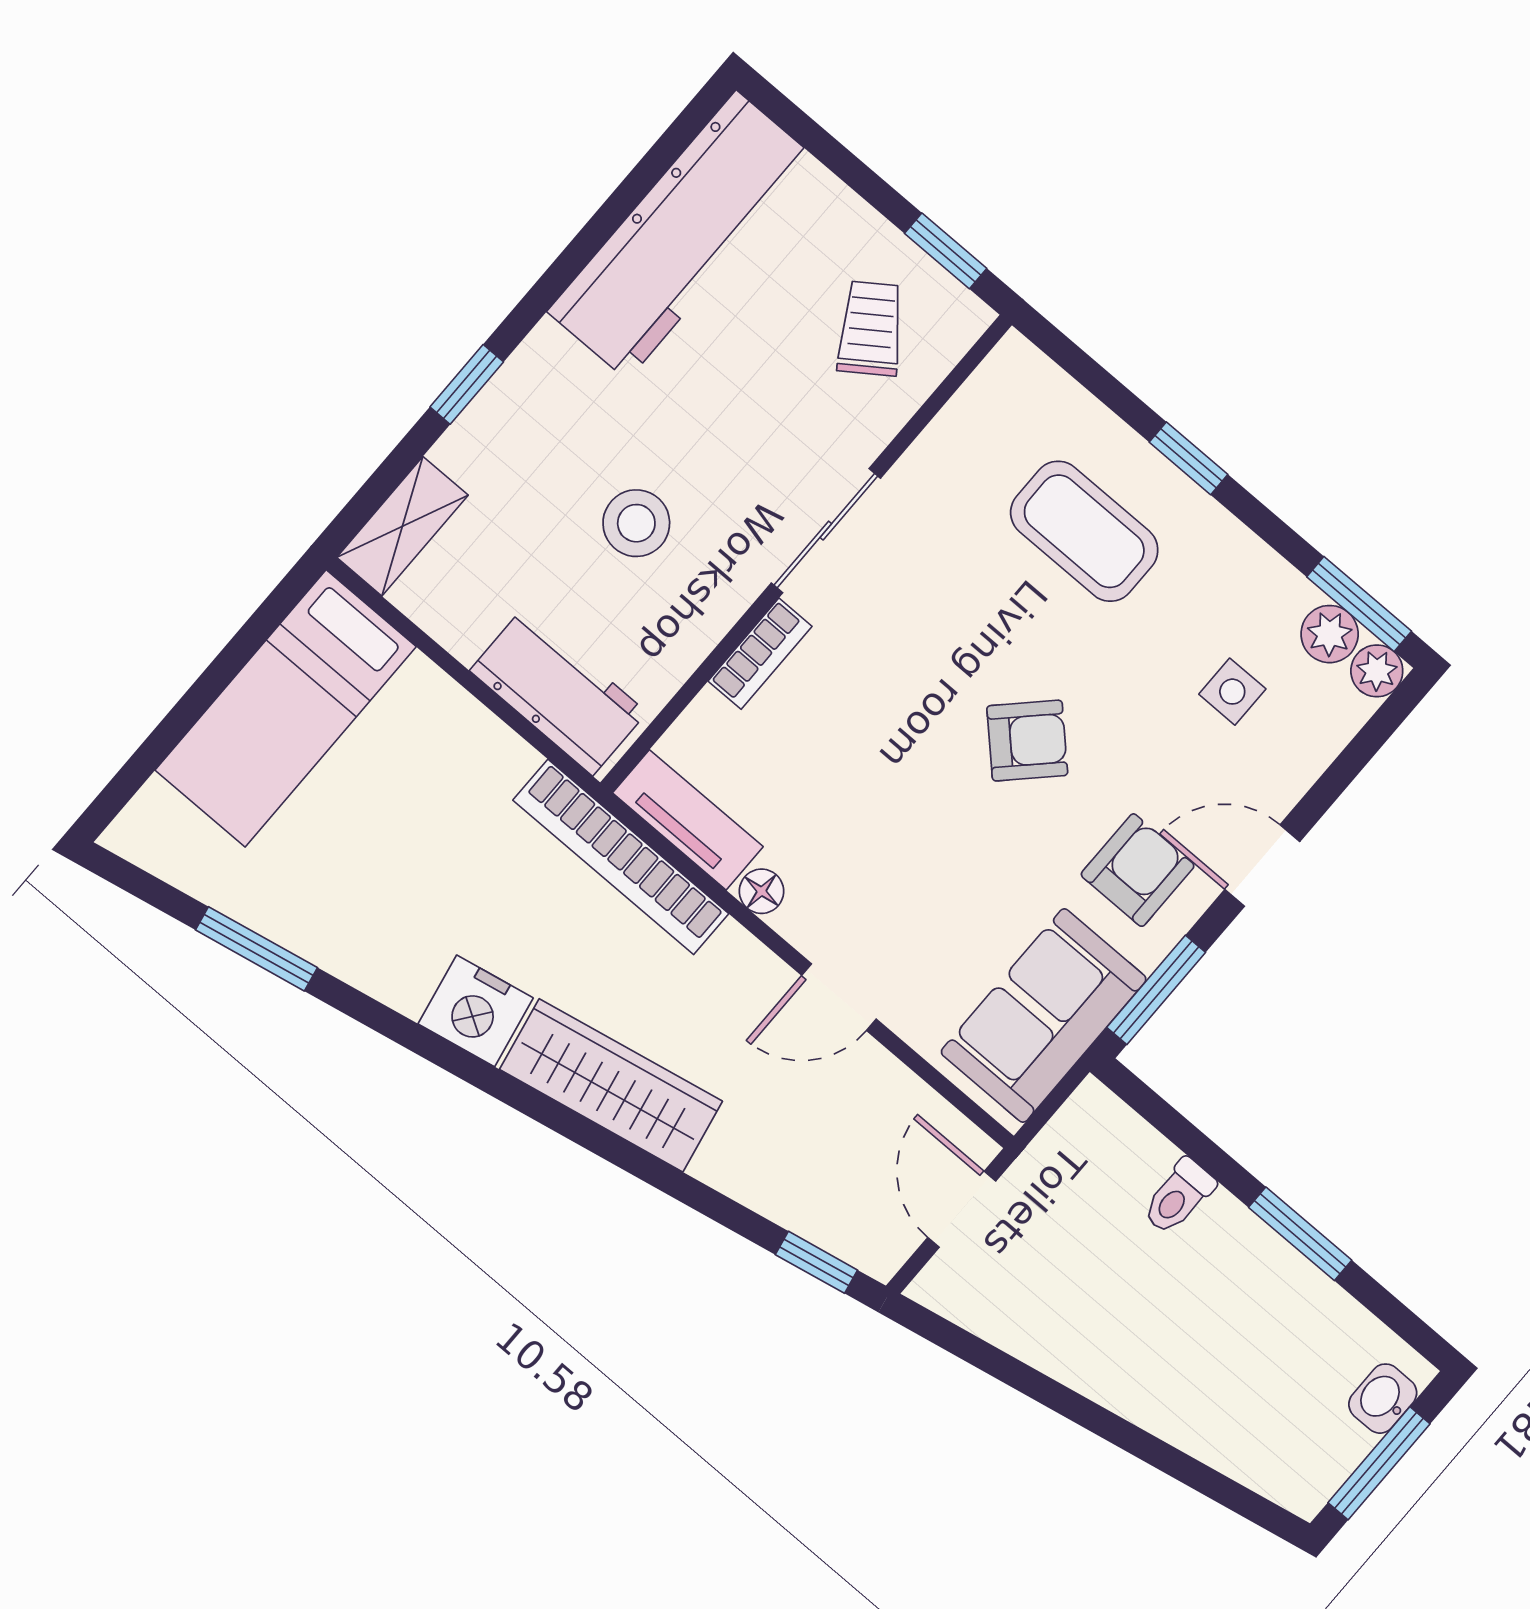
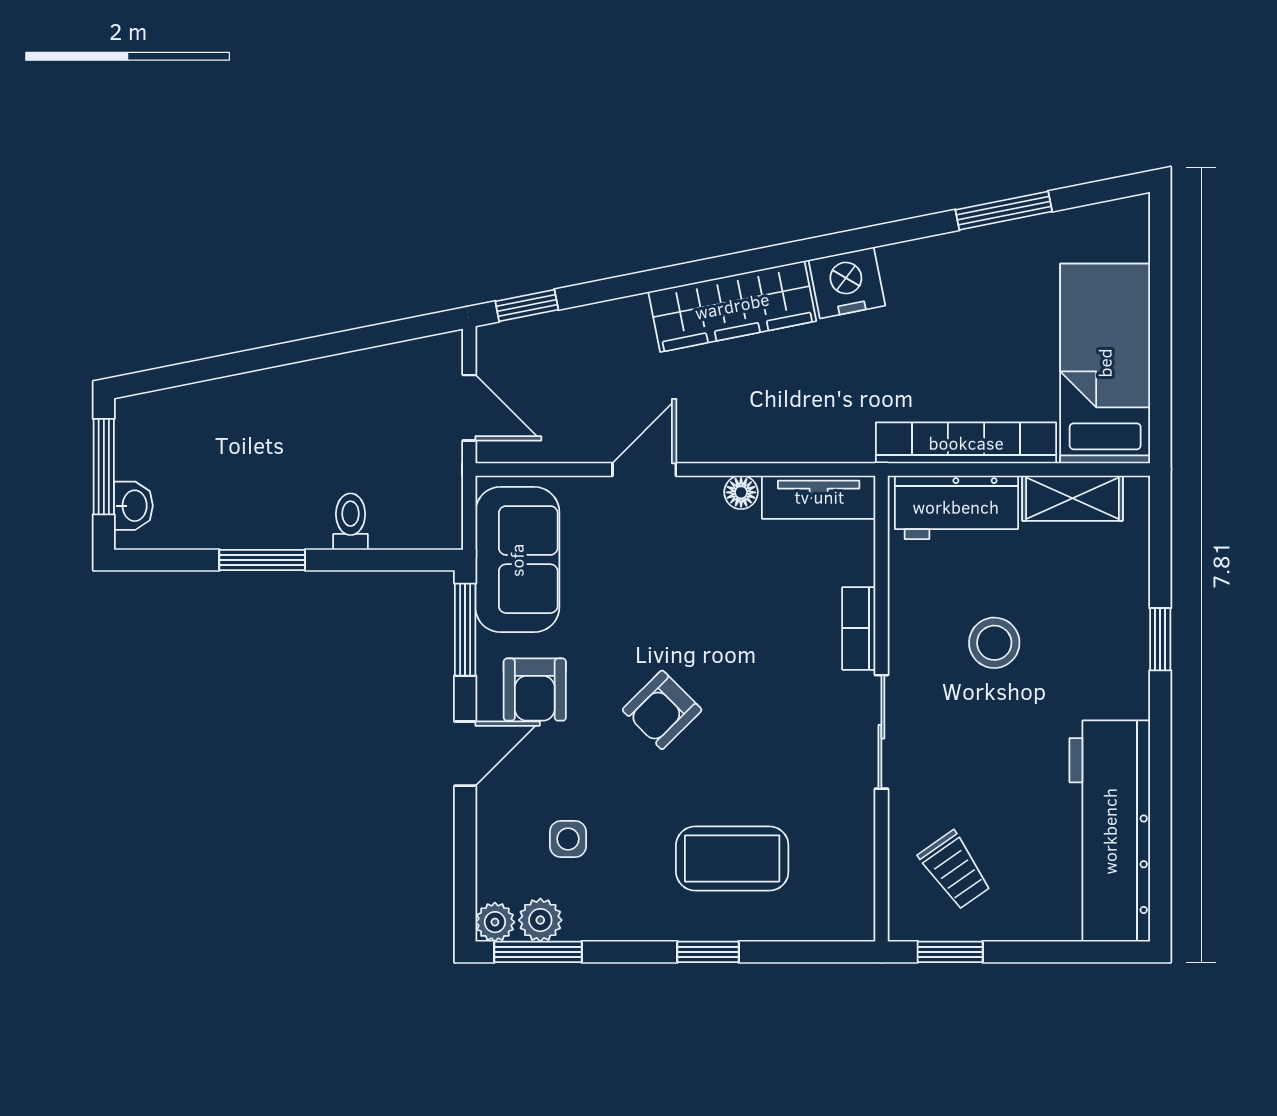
shelving: (402, 526) -> (1072, 498), moved, turned 90
bookcase: (621, 857) -> (966, 443), moved

